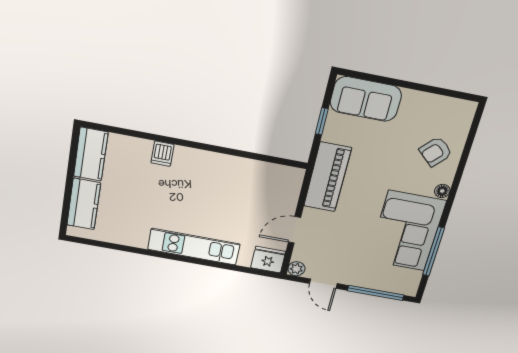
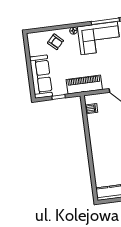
sofa: (366, 99) -> (41, 77), width x1.36
dishwasher: (162, 154) -> (91, 109), moved

